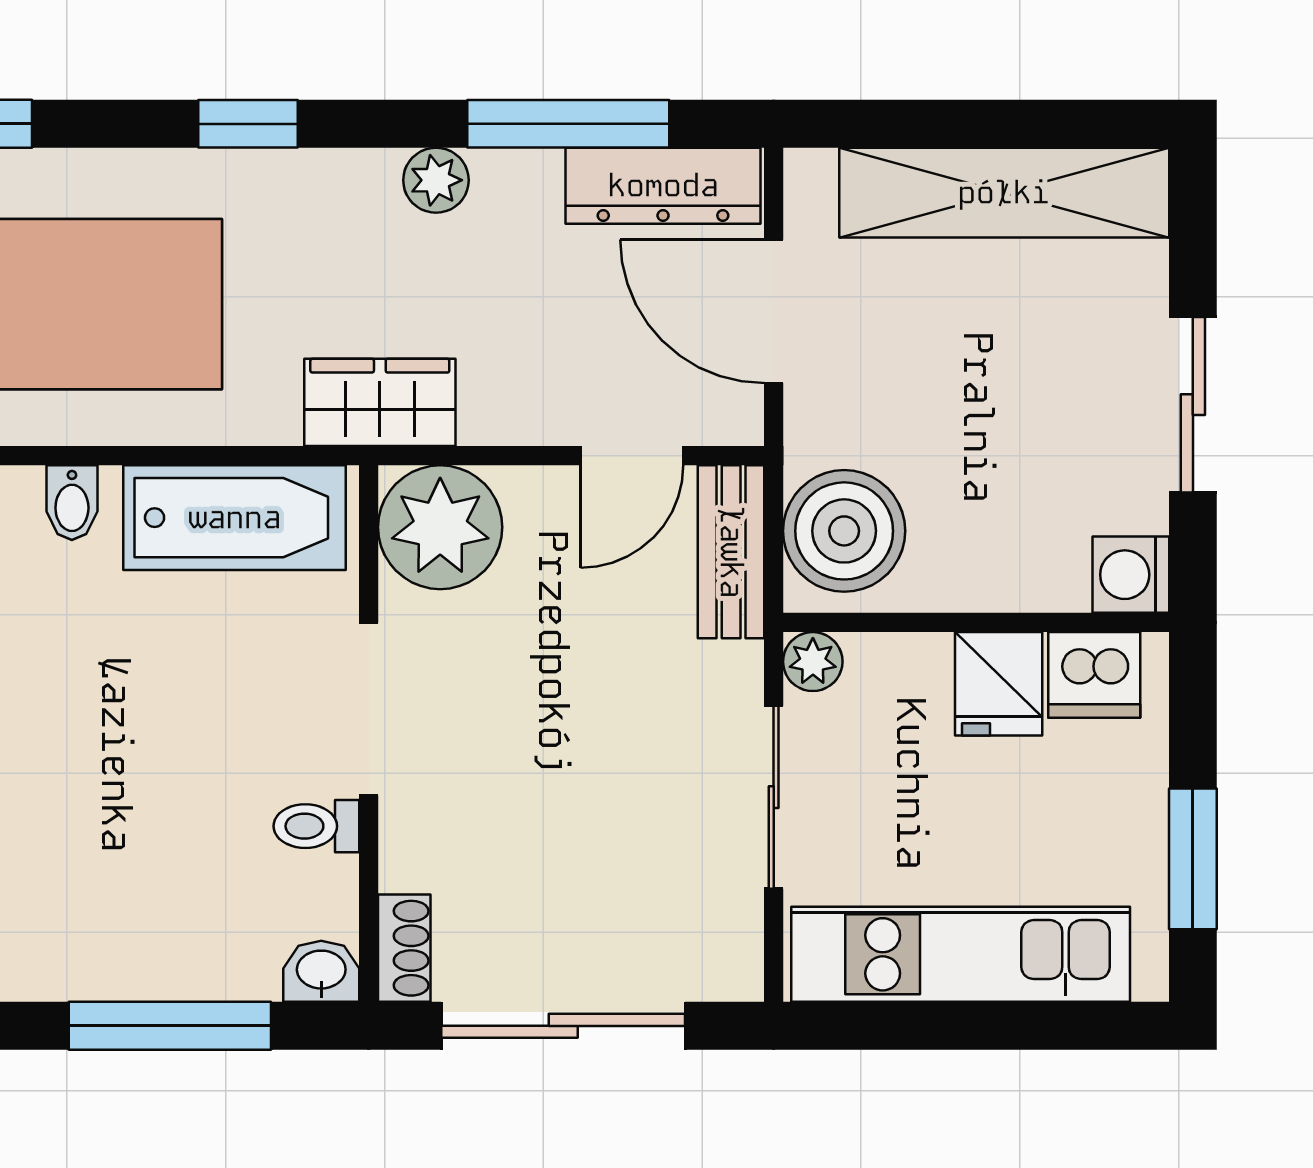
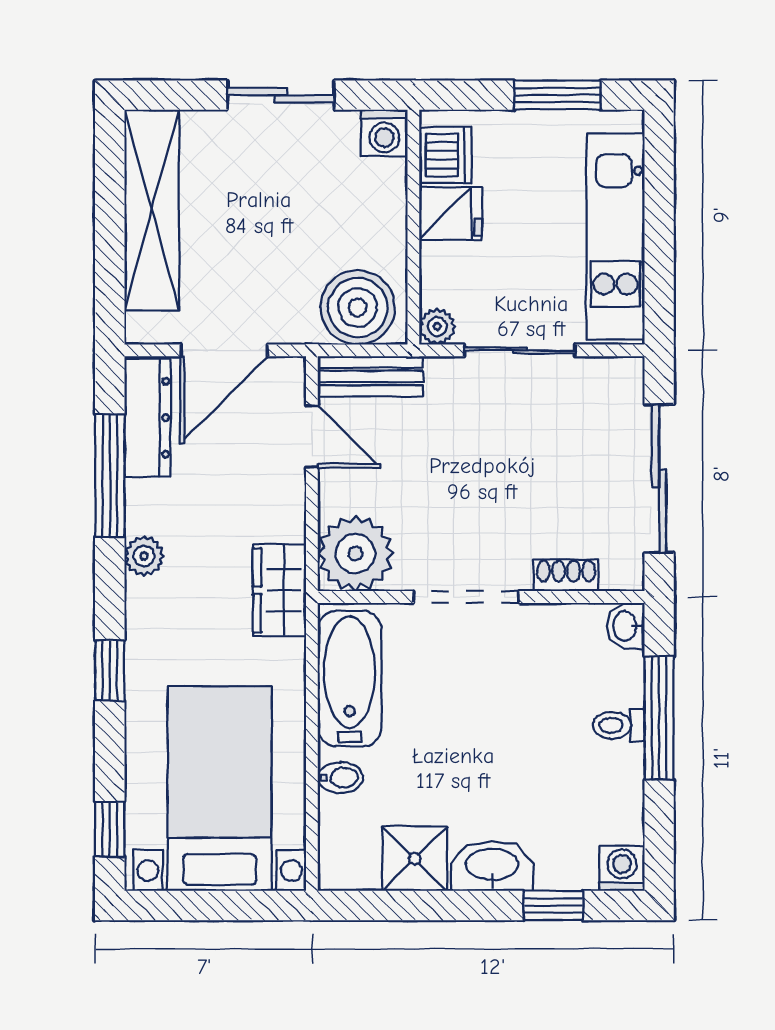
toilet: (316, 826) -> (619, 725), moved, turned 90
shoe rack: (404, 948) -> (566, 575), moved

